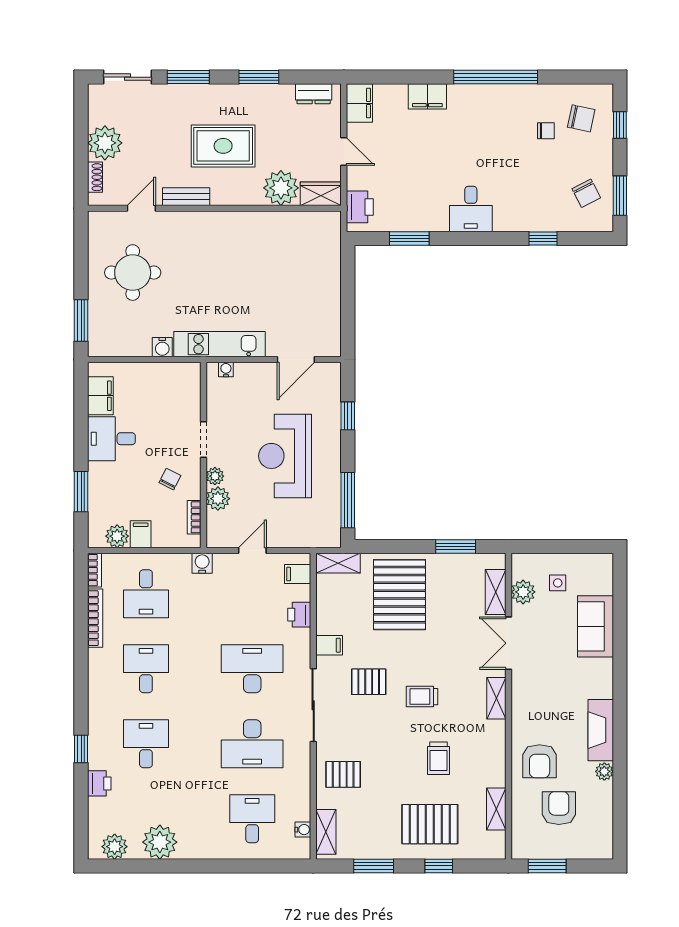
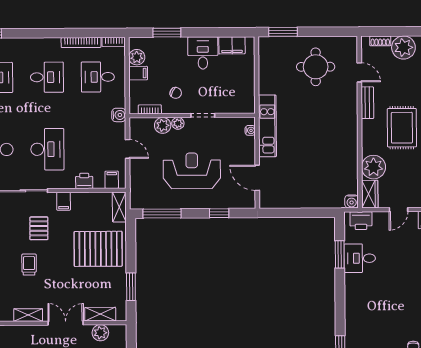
desk: (471, 209) -> (360, 258), moved
water cooler: (162, 347) -> (352, 201), moved, turned -90

